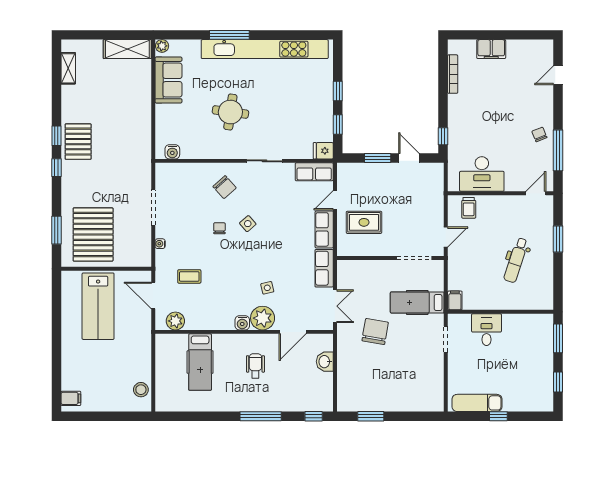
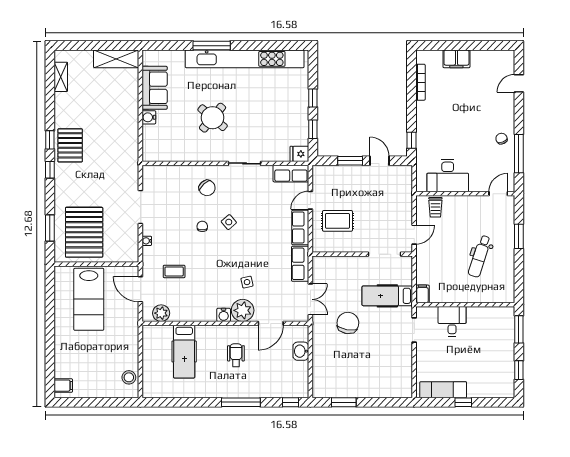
plant: (162, 46) -> (149, 56), removed
round table: (230, 112) -> (213, 118), turned 32
water cooler: (172, 152) -> (149, 117), moved, turned 90

